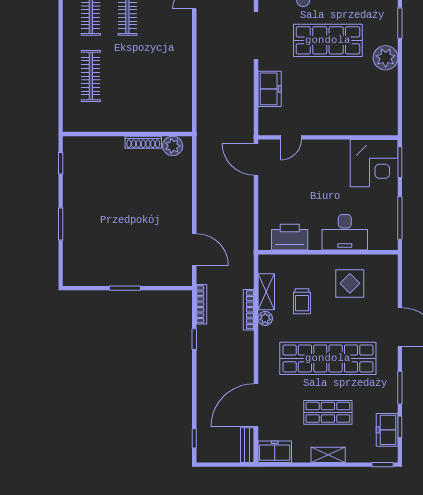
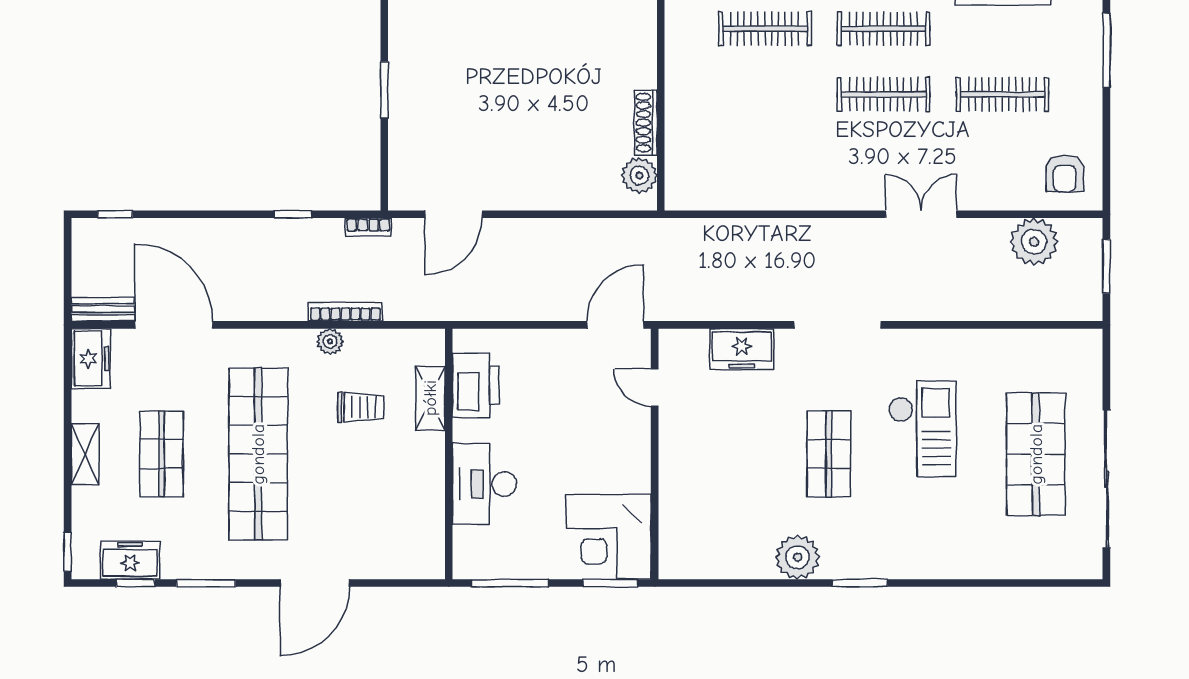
shop shelf: (328, 40) -> (829, 454), width x0.70, depth x0.74
display table: (350, 283) -> (393, 493), removed
shelving: (266, 292) -> (430, 398), moved, turned 90
trolley: (302, 301) -> (361, 407), turned 180
bookcase: (201, 304) -> (368, 227), width x0.64

